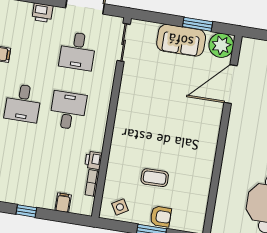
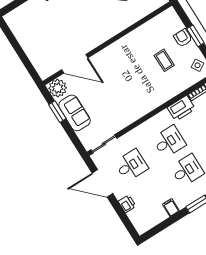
desk: (68, 110) -> (169, 142), turned 180
printer: (93, 160) -> (181, 108), width x1.87, depth x1.48

